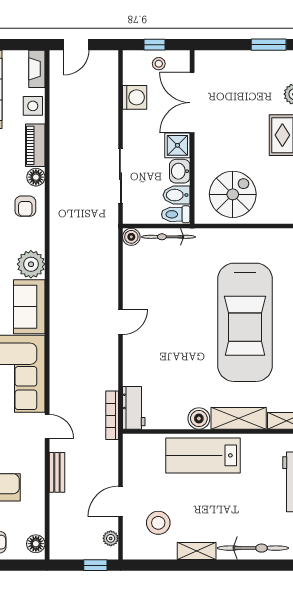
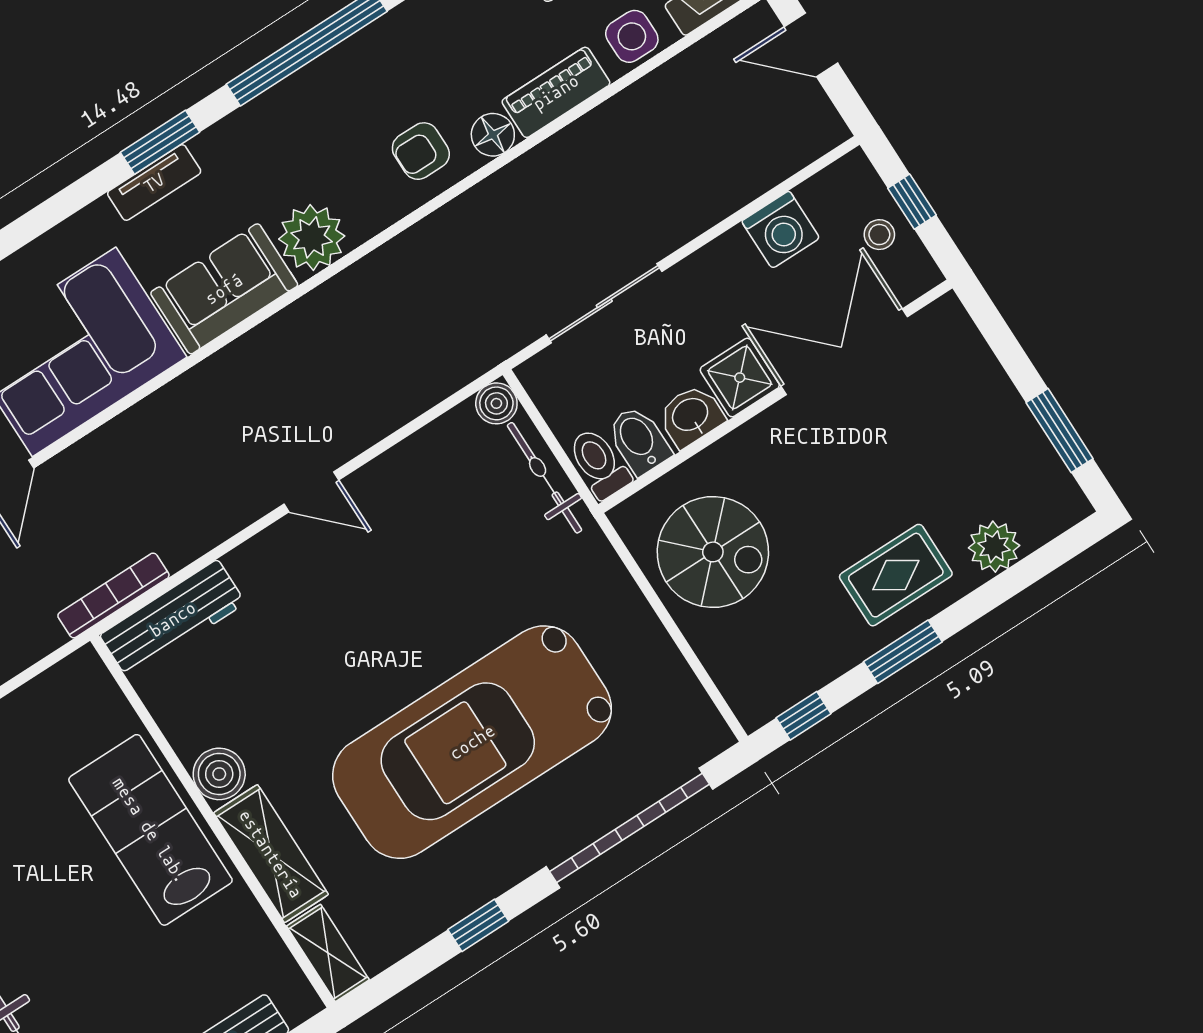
workbench: (134, 408) -> (173, 619), width x1.38

